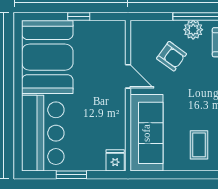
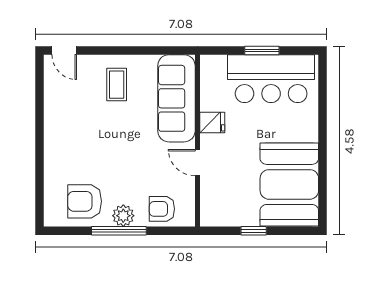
armchair: (172, 56) -> (162, 209), moved, turned -36
bar counter: (43, 133) -> (271, 79), moved, turned -90
fridge: (115, 160) -> (212, 123), moved, turned -90

